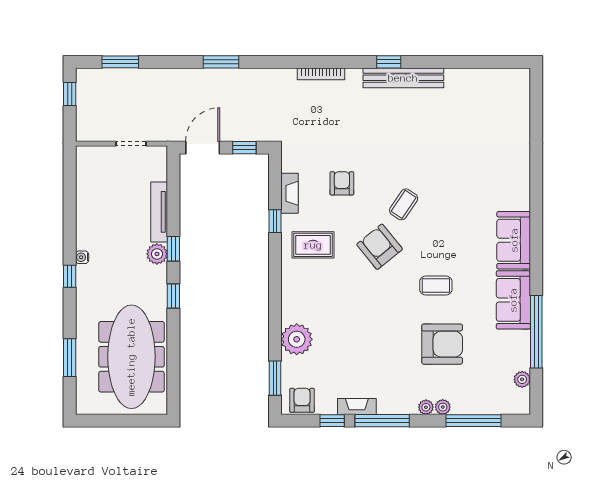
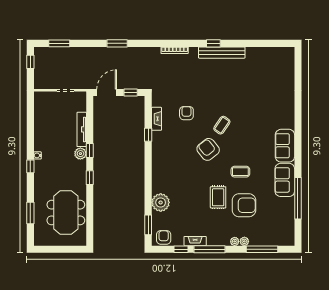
rug: (313, 245) -> (218, 197), moved, turned 90
meeting table: (131, 357) -> (66, 213), width x0.73
plant: (522, 379) -> (290, 225), removed

